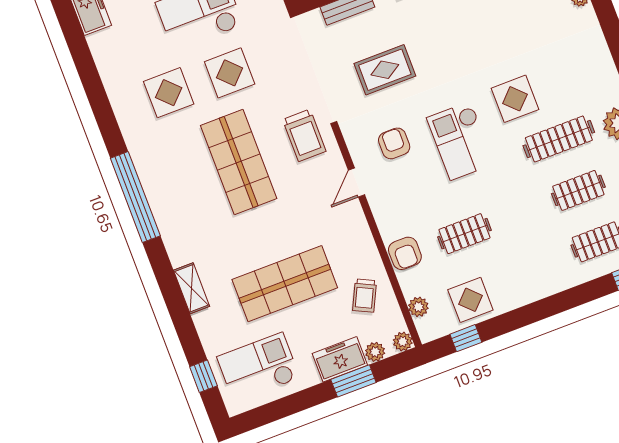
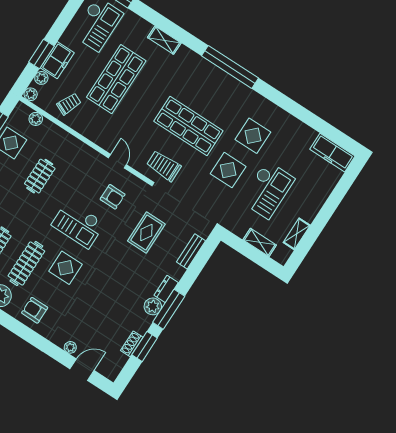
checkout: (461, 141) -> (78, 224), turned 180
armchair: (405, 253) -> (35, 310), moved
trolley: (365, 296) -> (69, 104), turned 88

